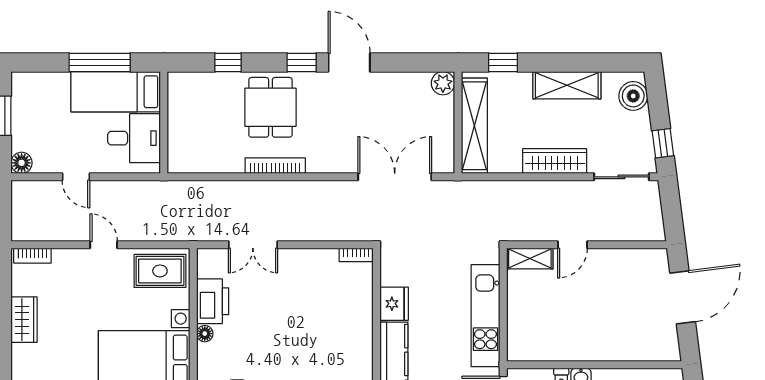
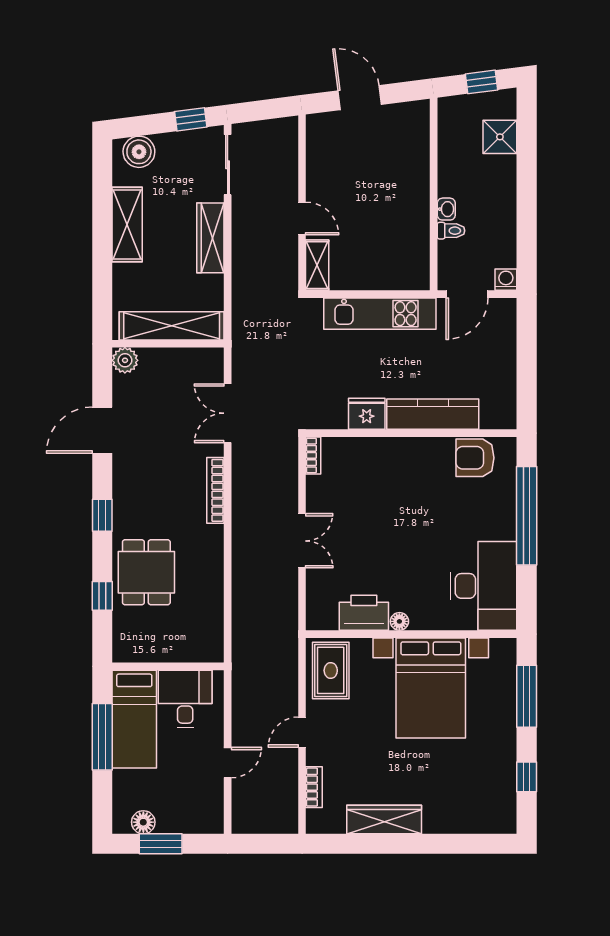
door: (349, 62) -> (102, 430), moved
window: (503, 62) -> (102, 294), removed
dining table: (270, 107) -> (146, 572), moved, turned 90
floor lamp: (22, 163) -> (143, 822), moved
bookcase: (275, 166) -> (215, 490), moved
double door: (395, 177) -> (228, 413), width x0.73
double door: (253, 245) -> (302, 541), moved
bookcase: (32, 256) -> (314, 787), moved
door: (683, 297) -> (360, 98), width x0.73
wardrobe: (24, 320) -> (384, 819), width x1.50

